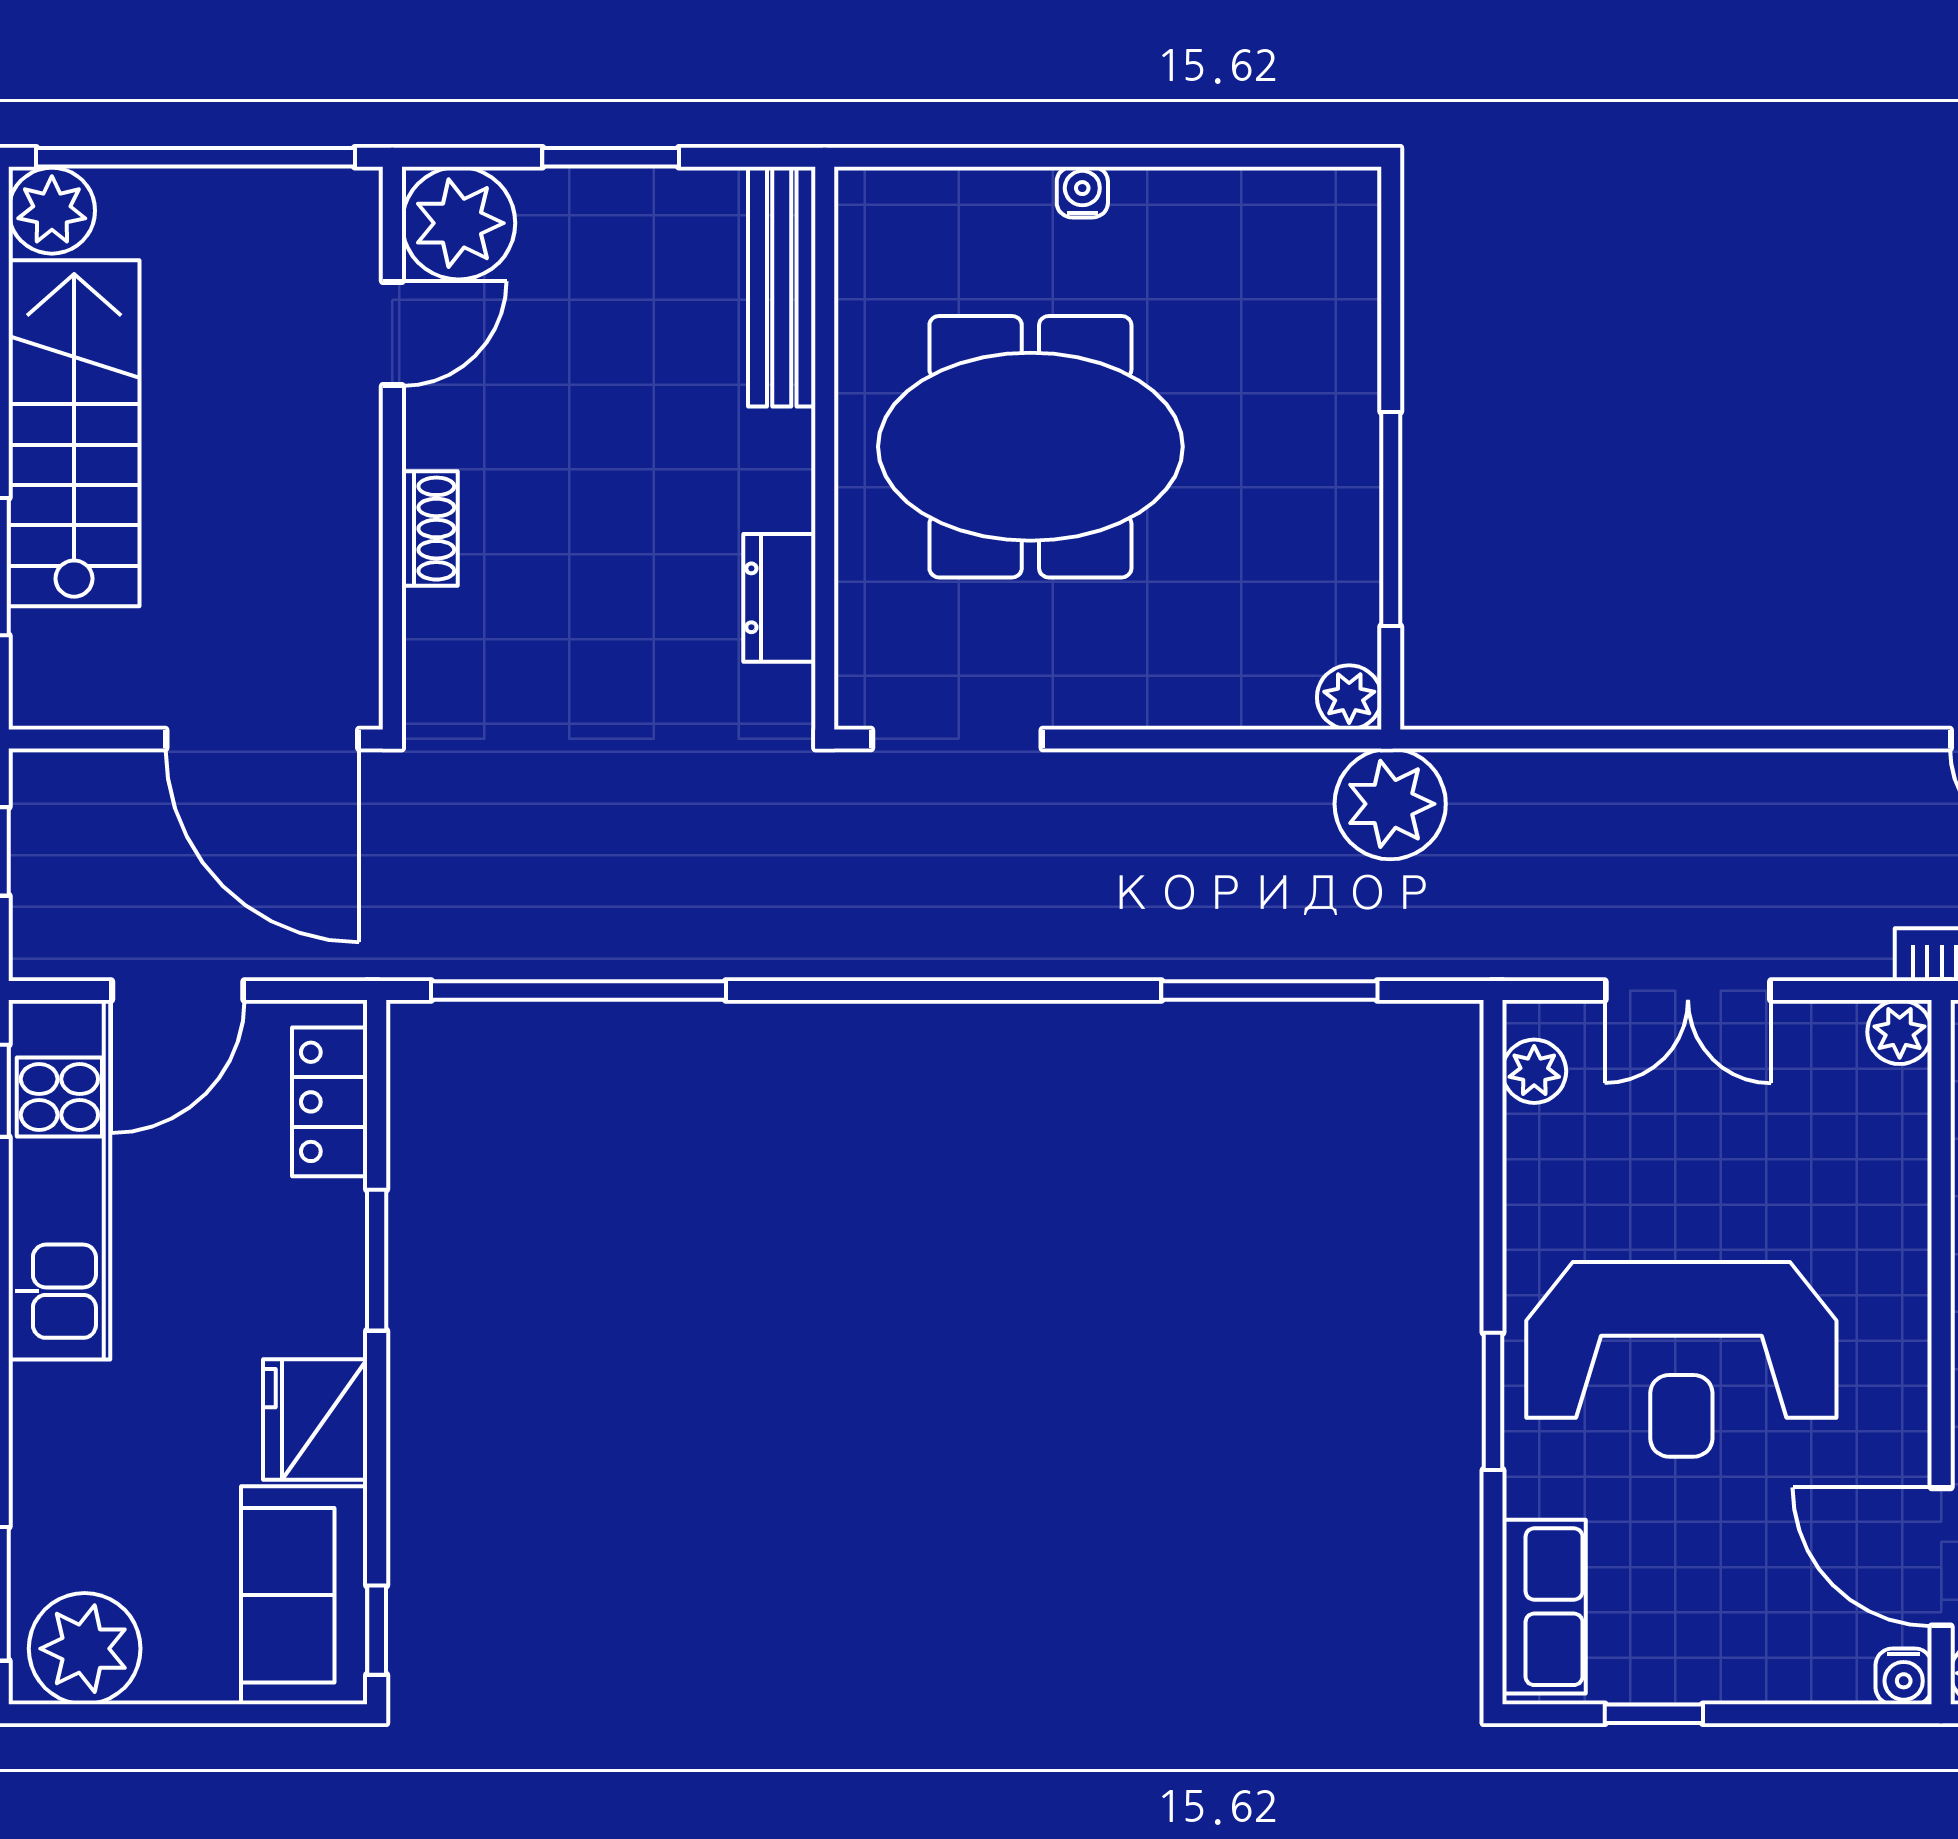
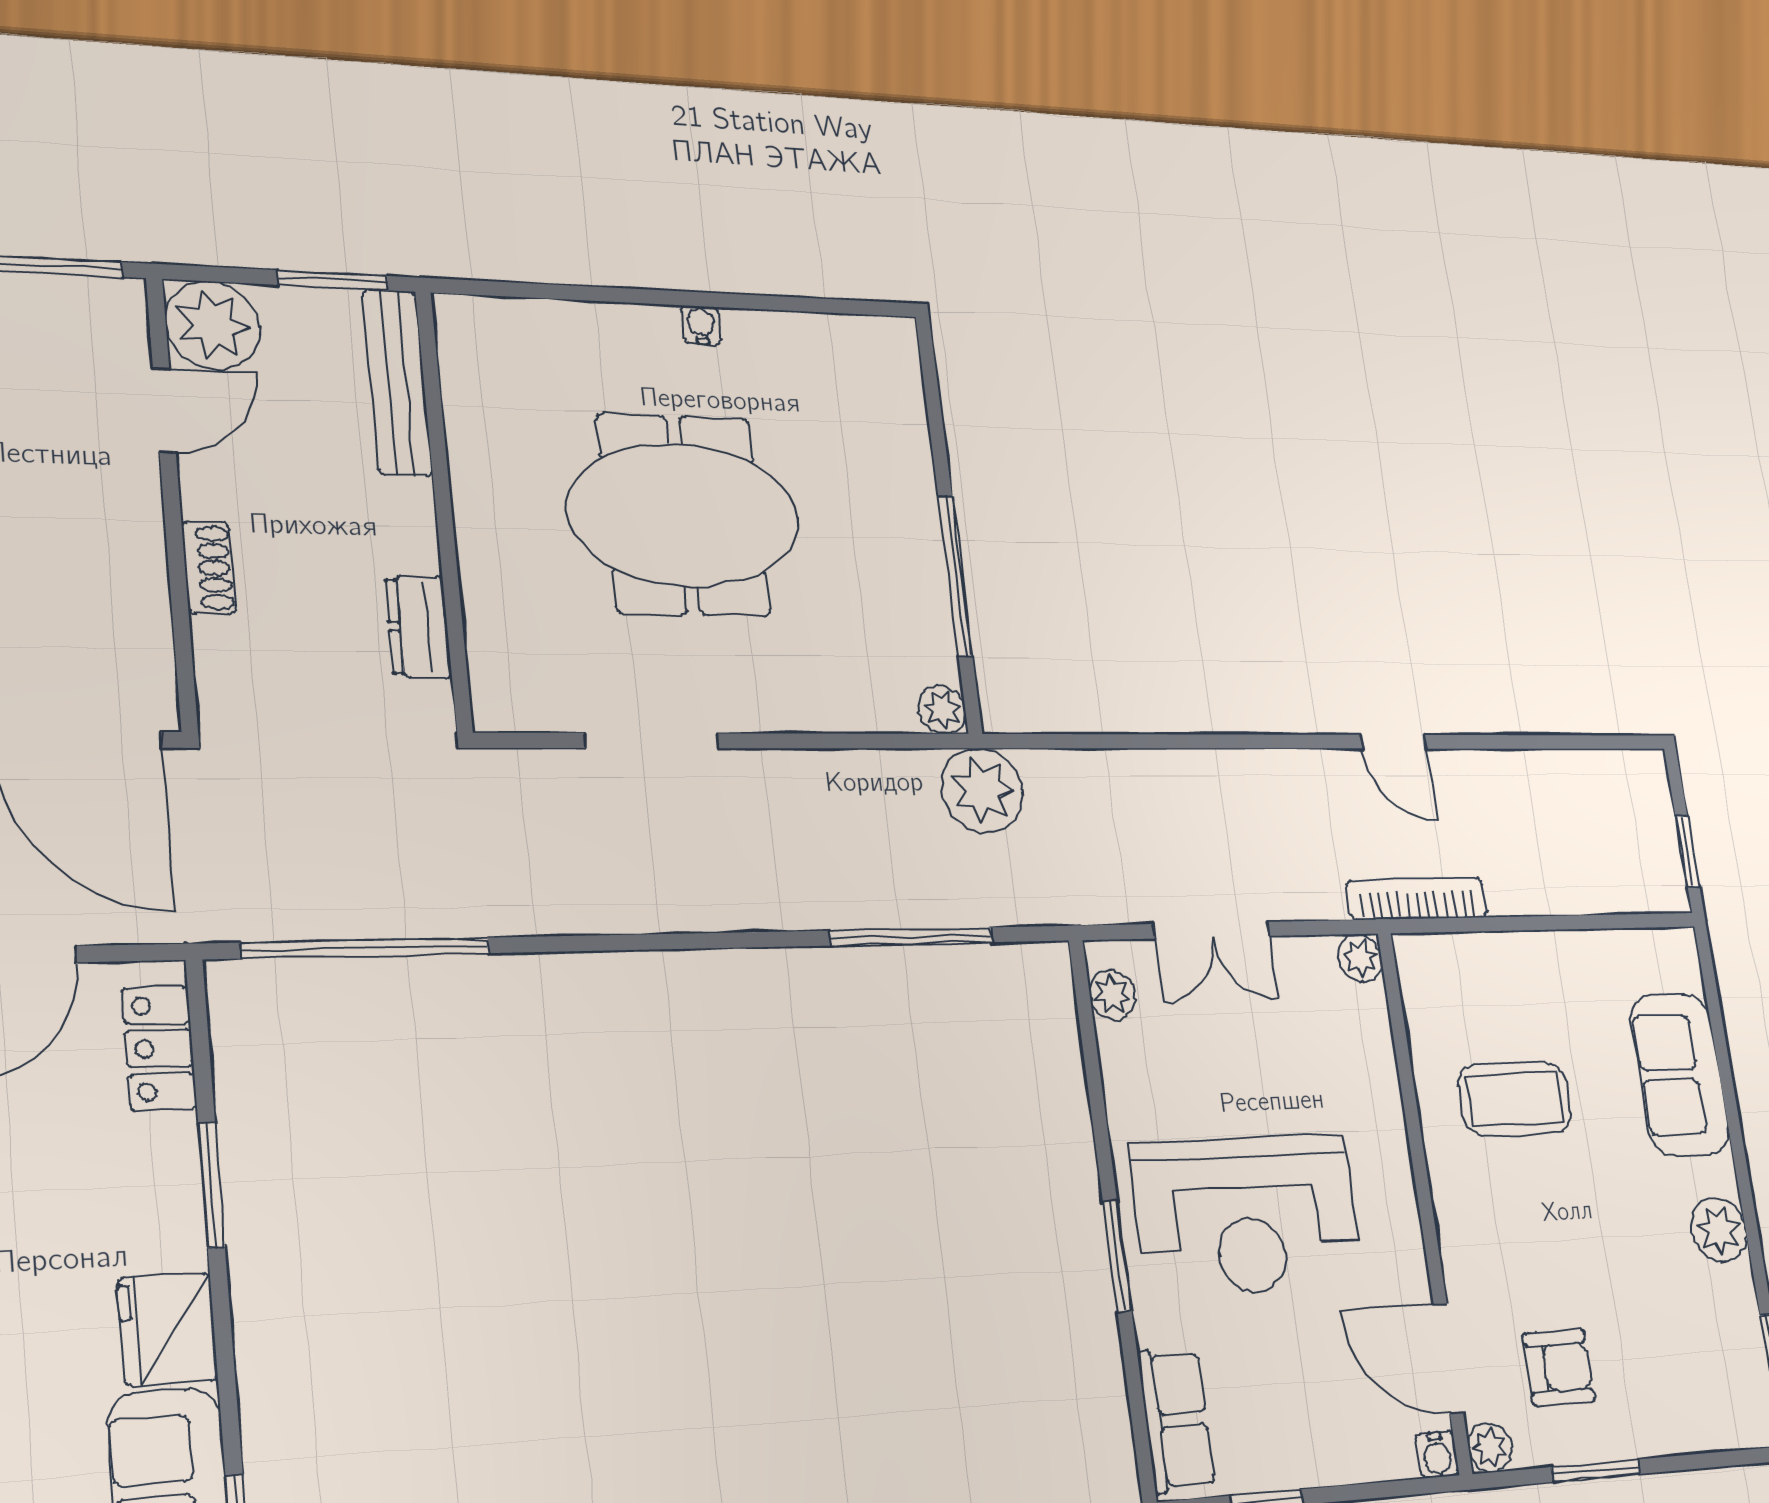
bench: (782, 287) -> (397, 383), moved
wall: (825, 448) -> (444, 509), moved
dresser: (779, 598) -> (418, 627), moved

